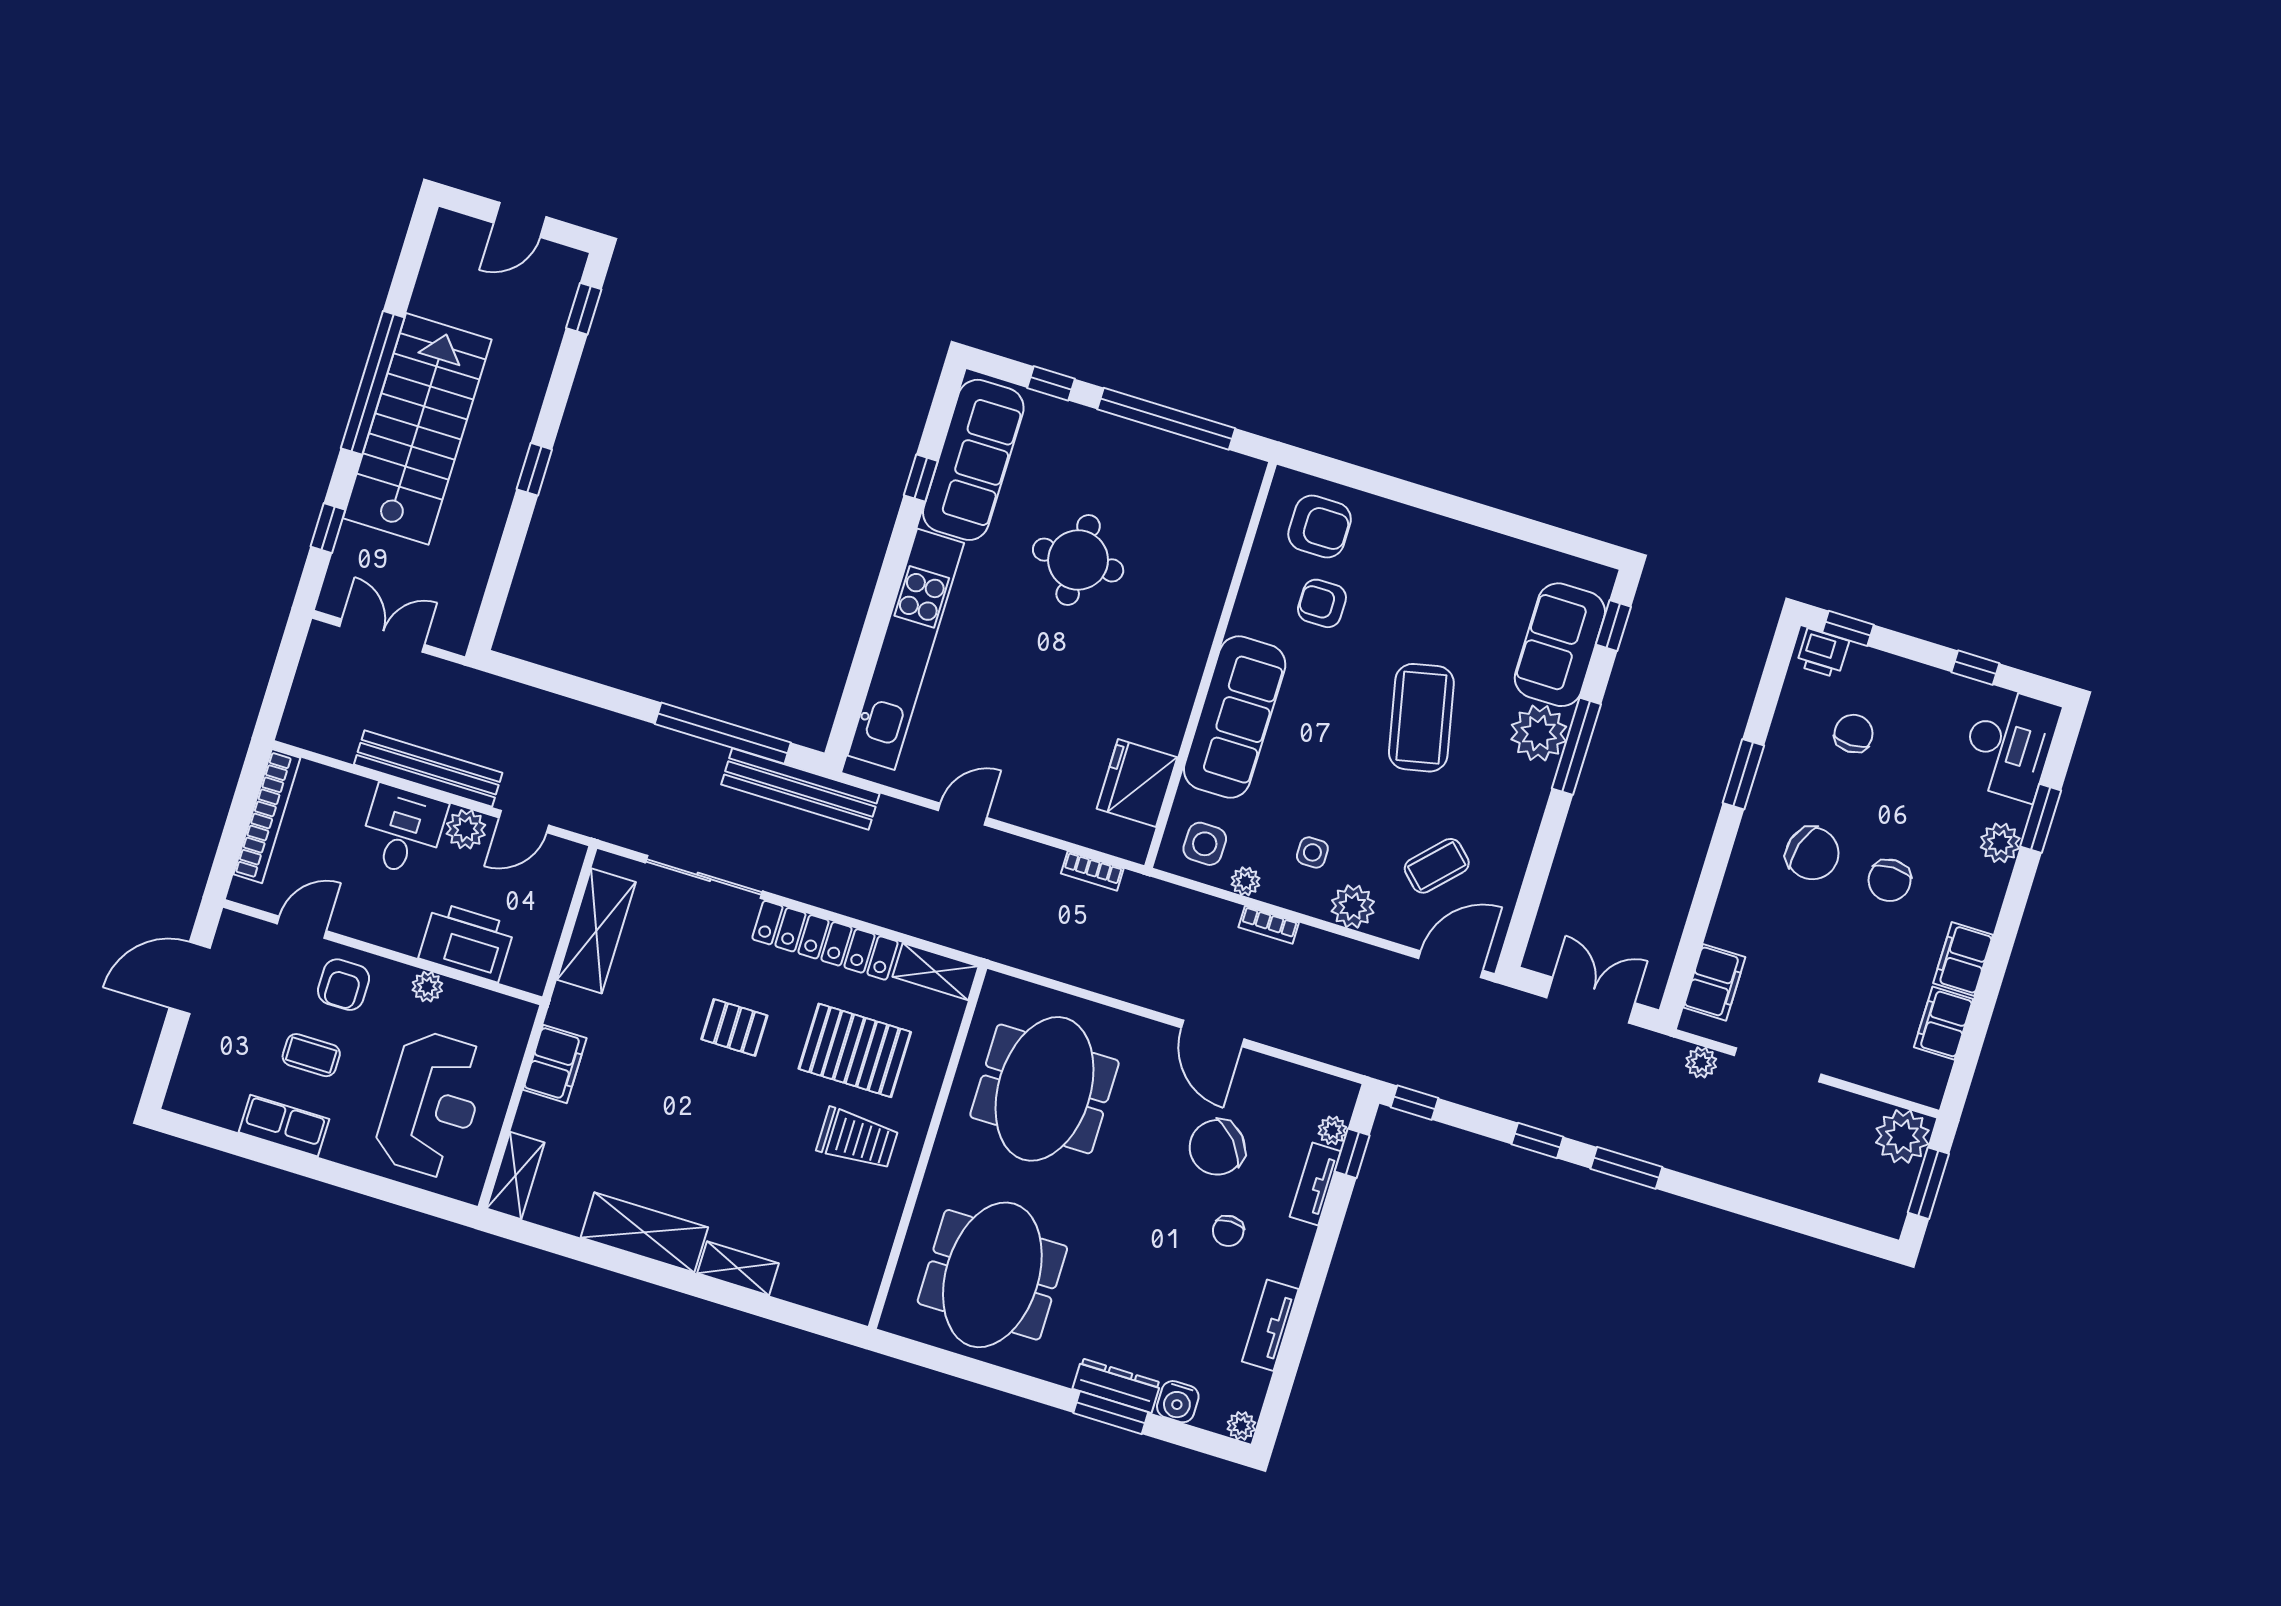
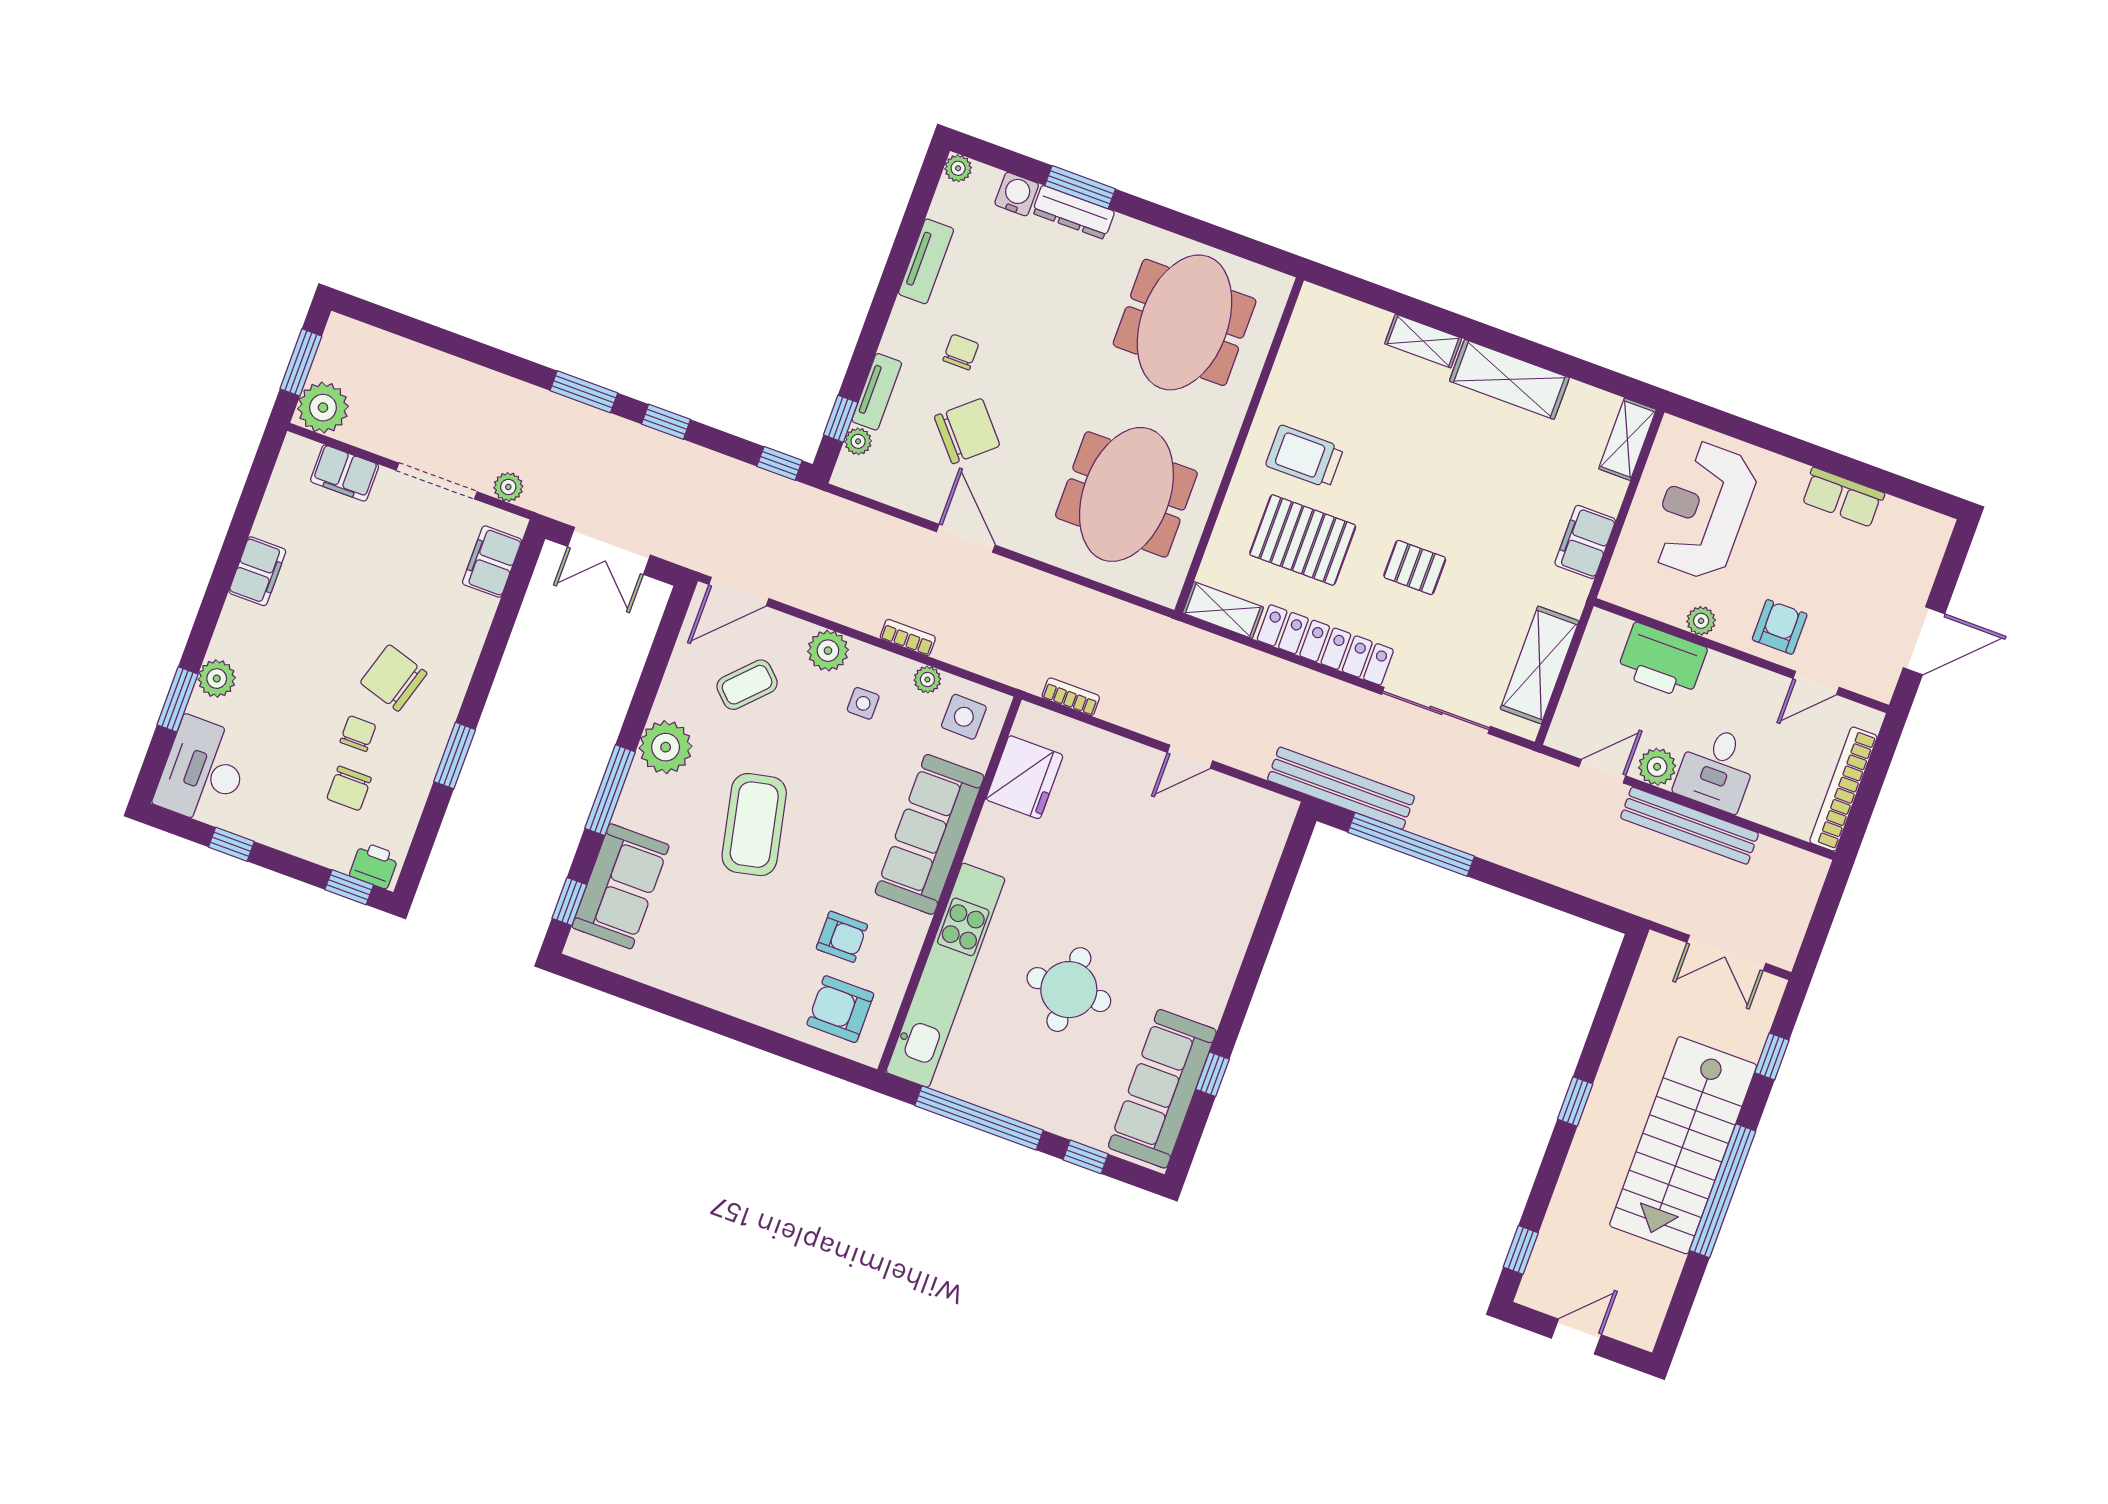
kitchen unit: (906, 649) -> (946, 975), moved, turned 180
plant: (1539, 733) -> (666, 747), moved
chair: (1890, 880) -> (358, 734), moved, width x0.73, depth x0.73
filing cabinet: (1944, 1023) -> (345, 473), moved, turned 90
coffee table: (311, 1055) -> (1814, 562), removed

